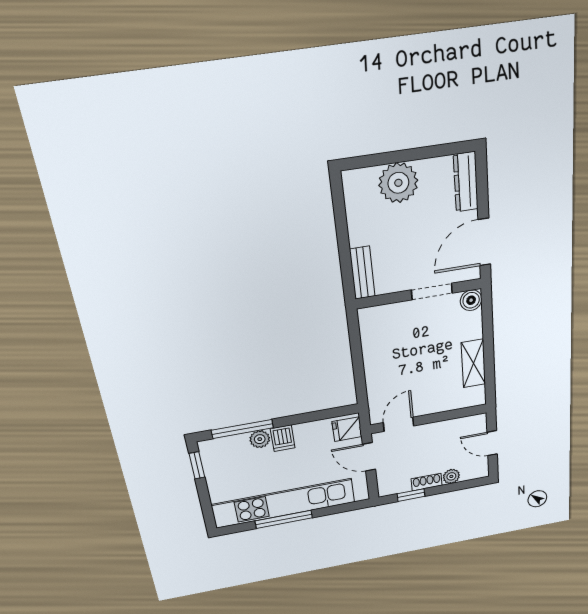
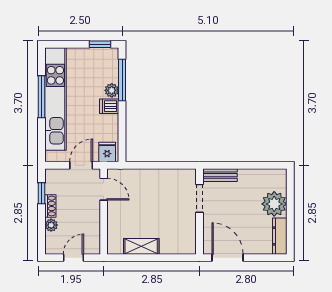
dresser: (466, 182) -> (280, 236), moved, turned -90
doorway: (432, 291) -> (199, 198), moved
boiler: (471, 300) -> (189, 247), removed

